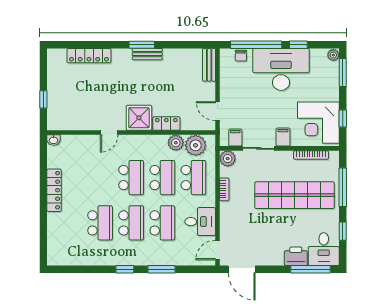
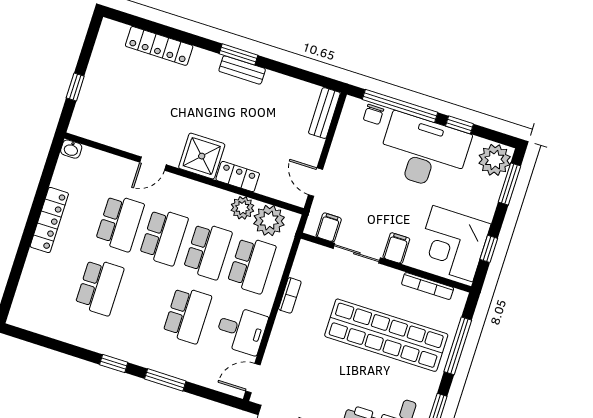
plant: (333, 55) -> (495, 160), width x1.87, depth x1.87
plant: (228, 159) -> (308, 254), removed
school desk: (131, 223) -> (120, 223), moved

